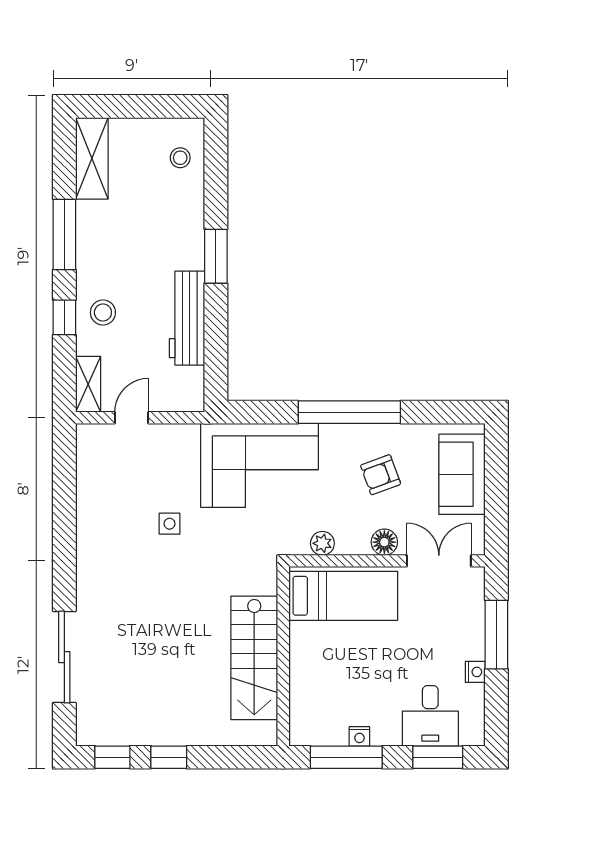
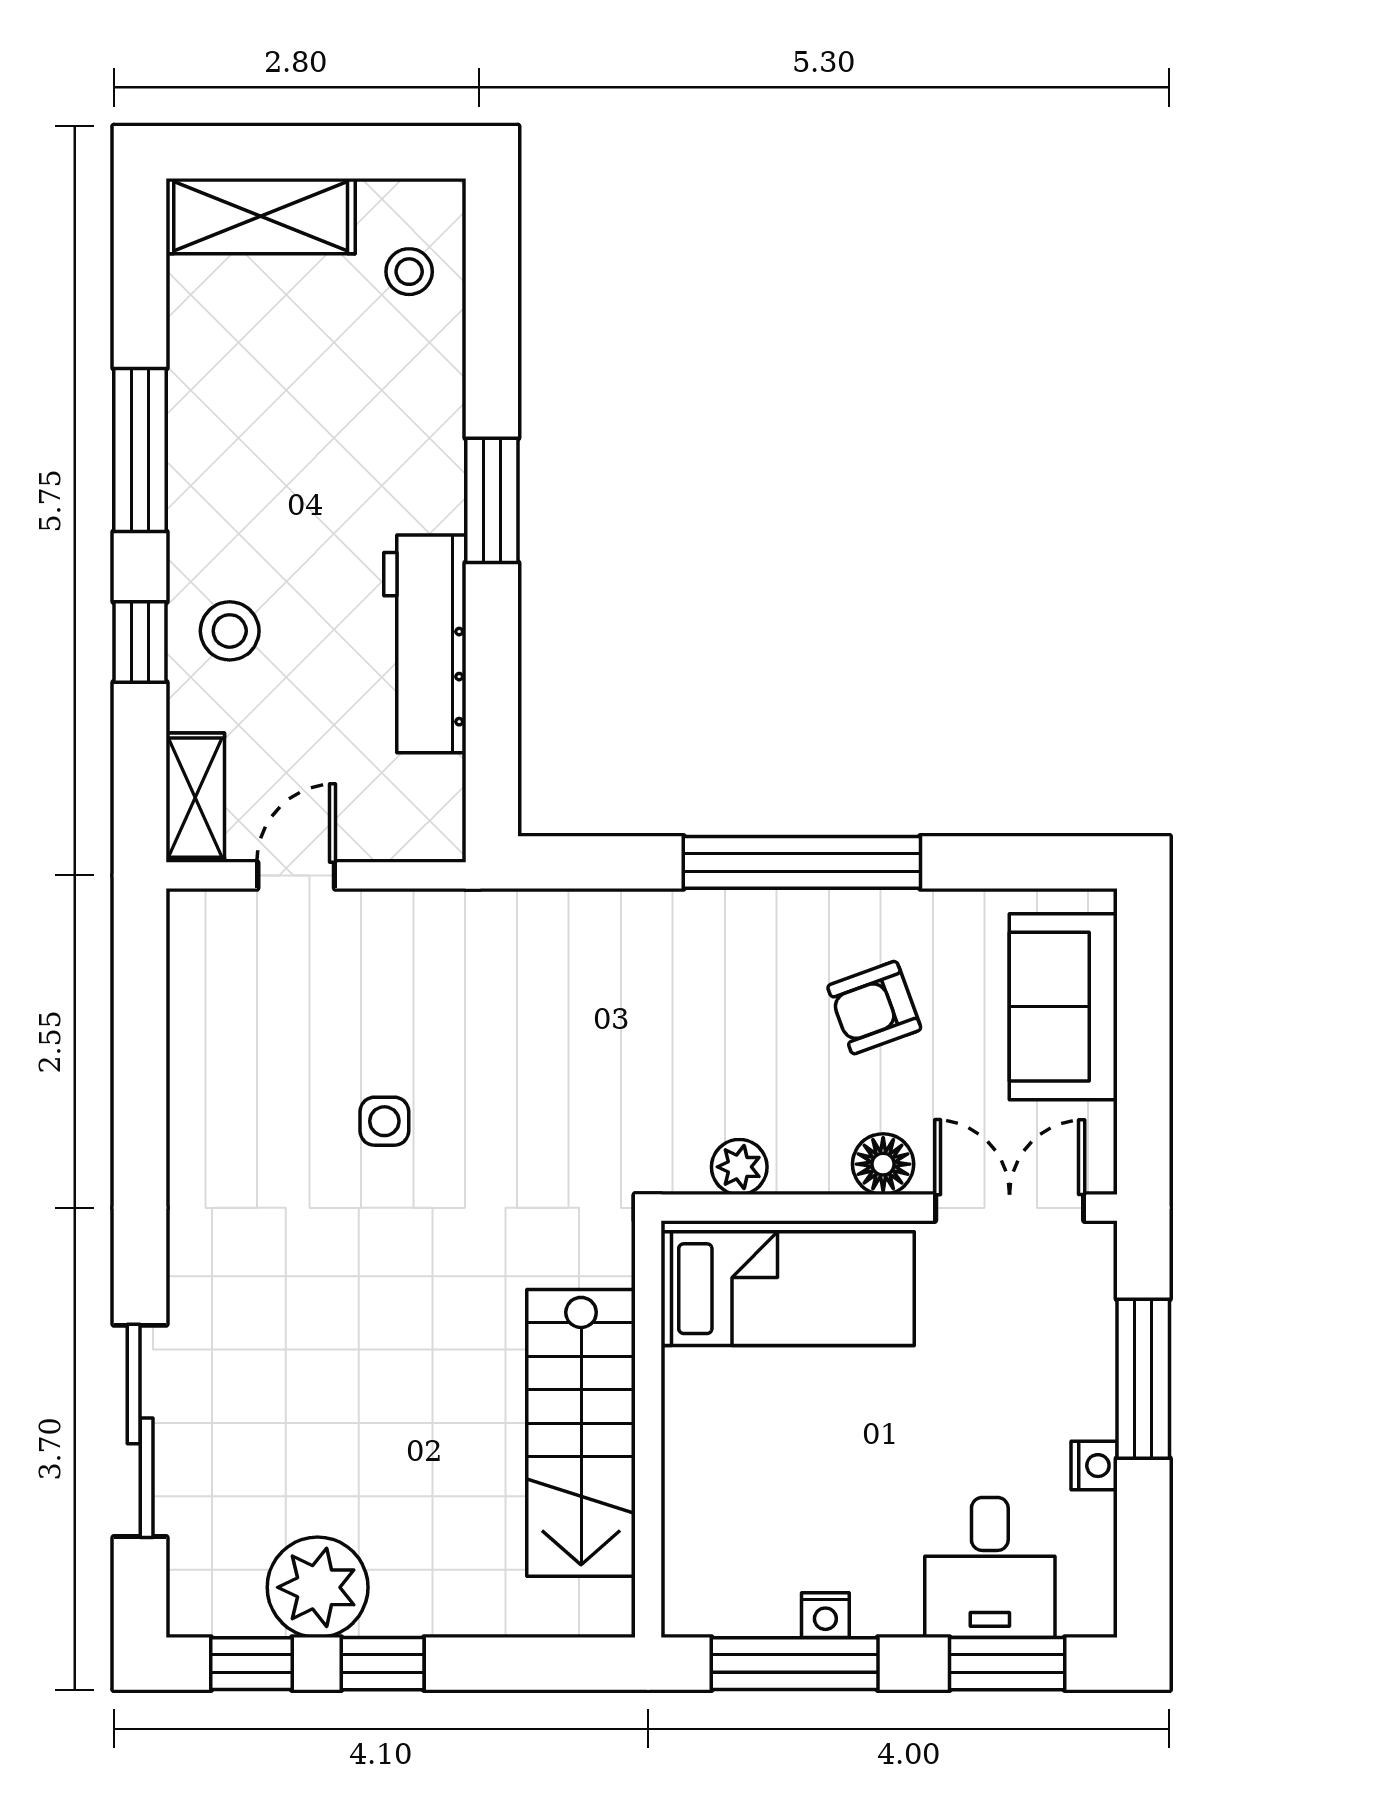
shelving: (92, 158) -> (261, 216), moved, turned 90
corner sofa: (259, 465) -> (593, 986), removed
plant: (141, 724) -> (318, 1587), added

